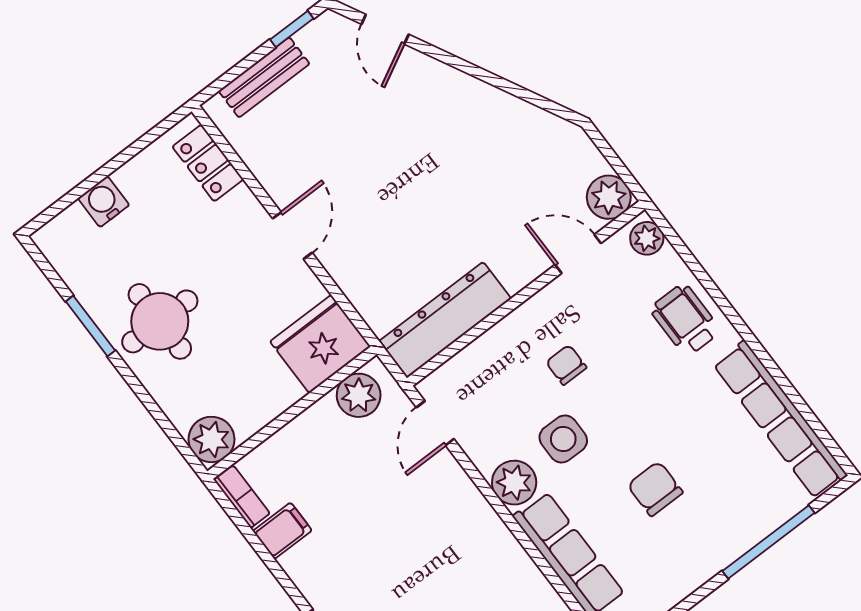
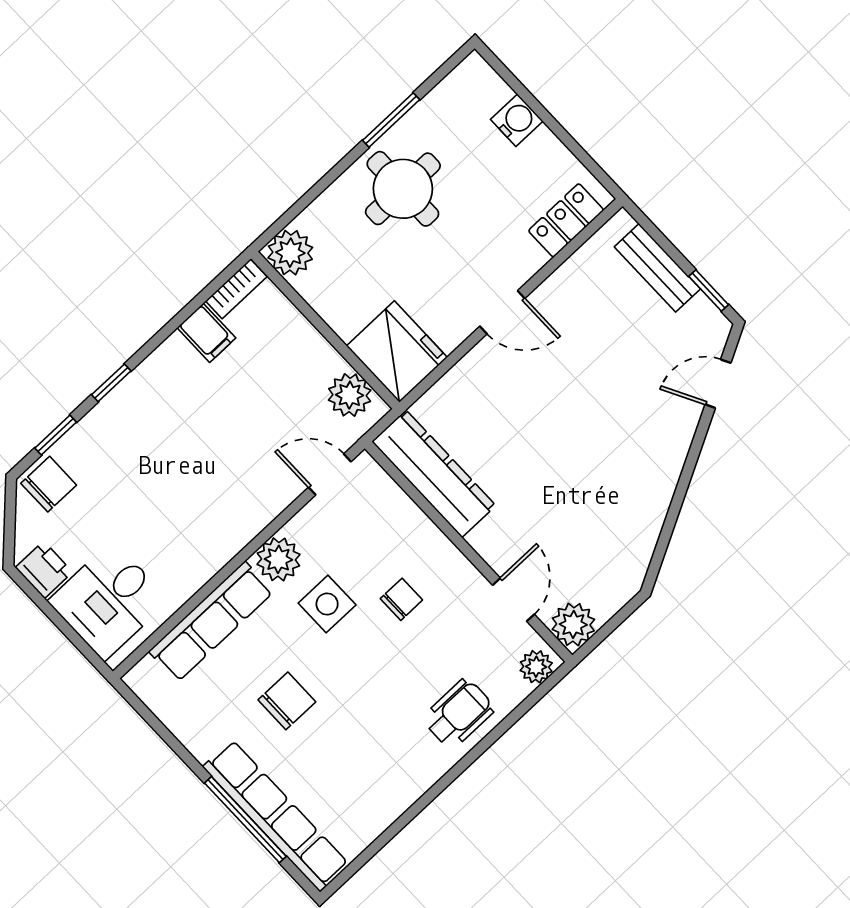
row of seats: (780, 420) -> (276, 815), moved, turned 90

